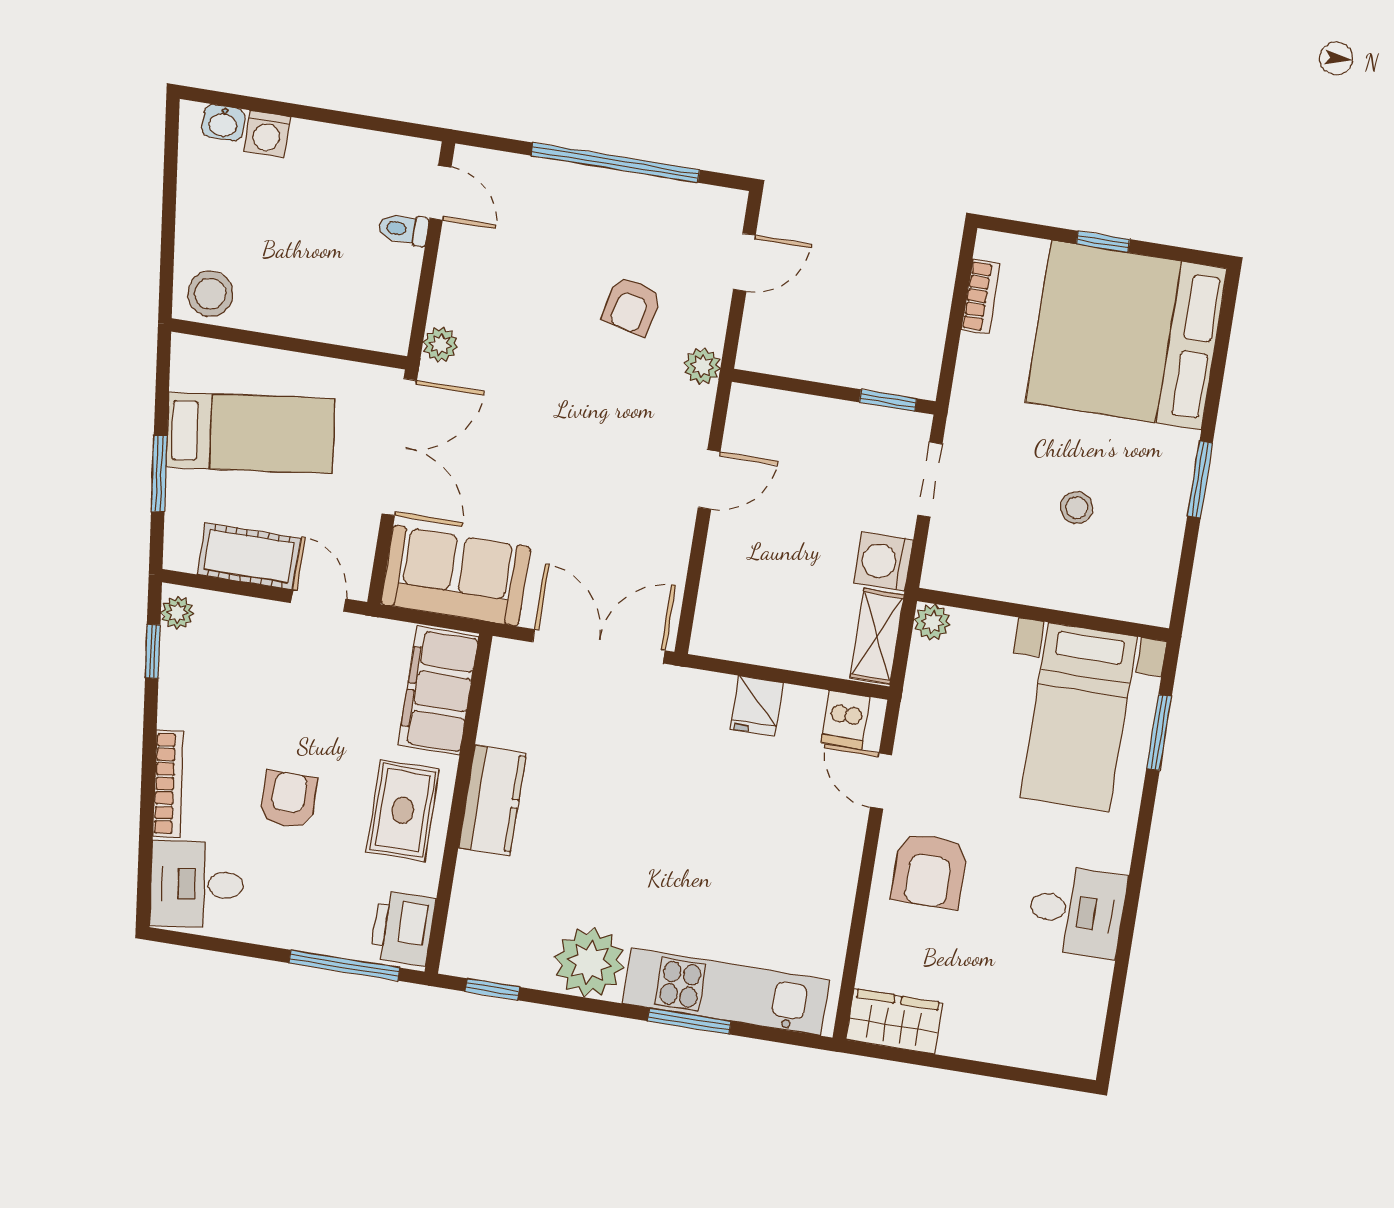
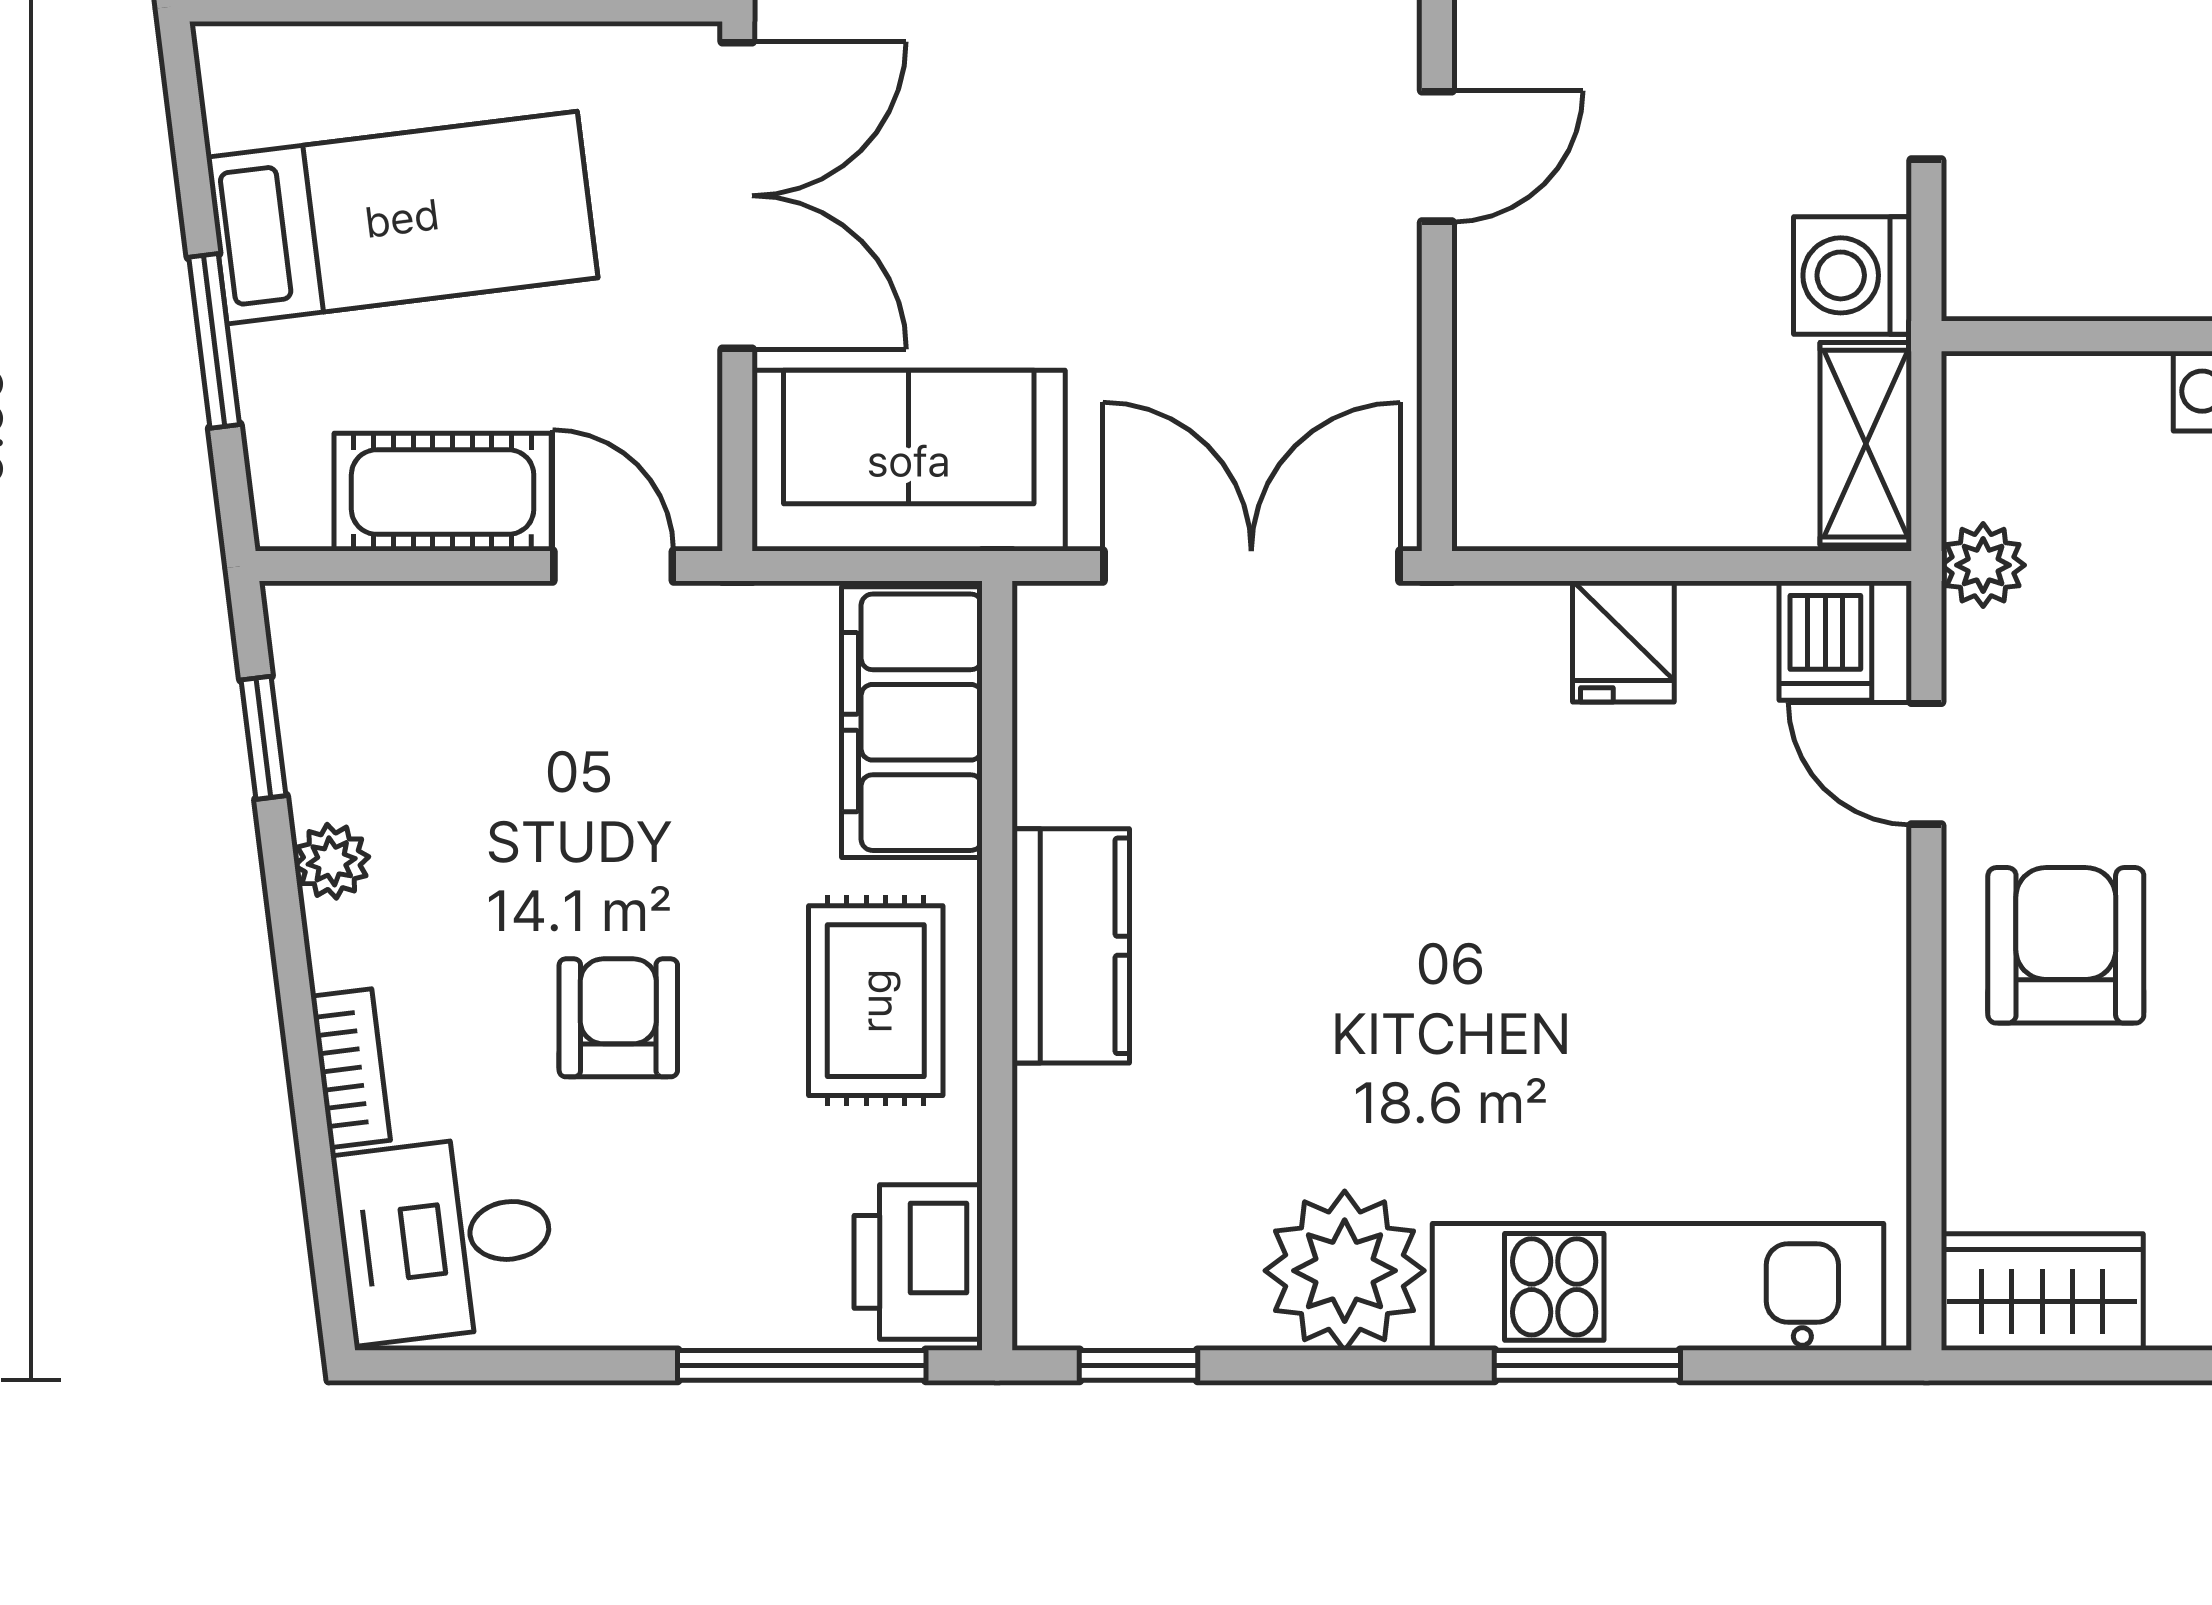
plant: (177, 613) -> (332, 861), moved
plant: (932, 622) -> (1983, 565), moved
bookcase: (168, 784) -> (351, 1068), width x0.64
armchair: (929, 871) -> (2066, 945), turned 180

